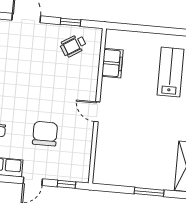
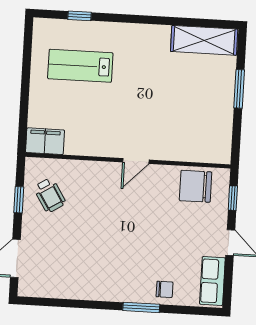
filing cabinet: (112, 63) -> (45, 141), moved
chair: (45, 134) -> (196, 186), moved

